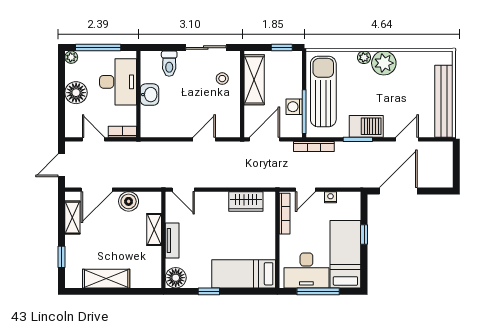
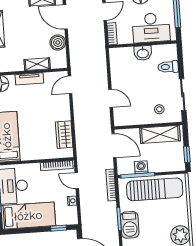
plant: (364, 57) -> (184, 219), removed
window: (364, 234) -> (59, 228), moved

